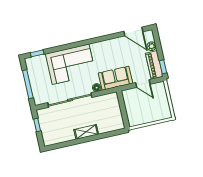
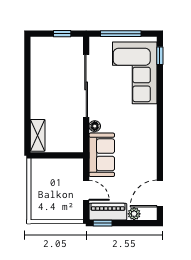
corner sofa: (71, 64) -> (135, 73), moved
door: (143, 83) -> (86, 190), swing flipped
shelving: (86, 132) -> (38, 135), moved

